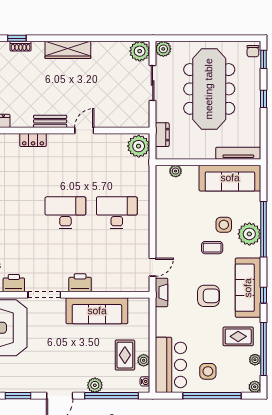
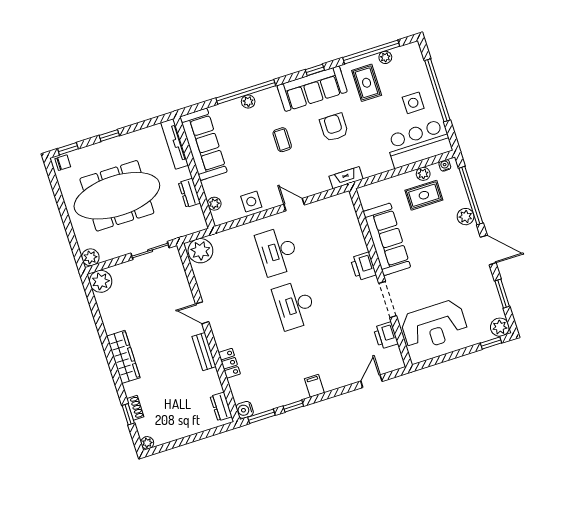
sliding door: (153, 83) -> (150, 251), moved
dresser: (162, 135) -> (189, 193), moved, turned -90
side table: (224, 225) -> (251, 202), moved
plant: (249, 234) -> (248, 102), width x0.53, depth x0.53
door: (153, 267) -> (294, 205), moved
plant: (255, 387) -> (414, 49), removed

